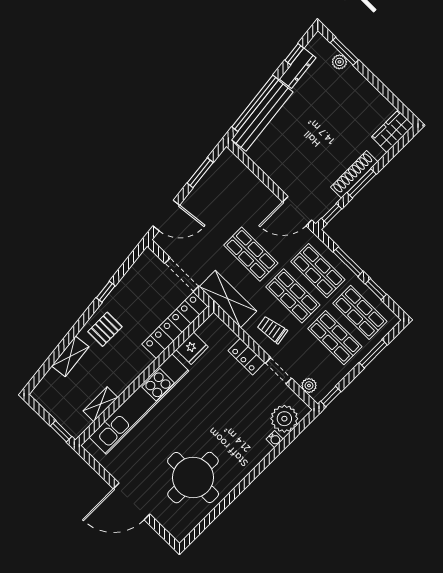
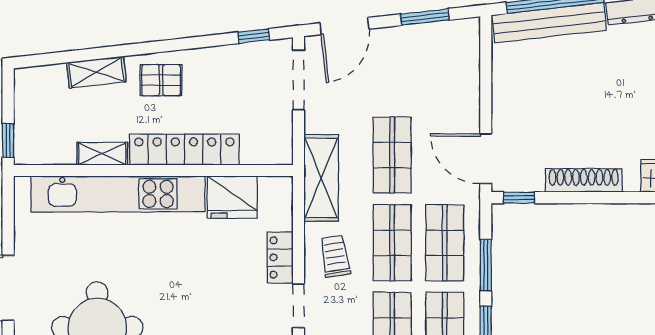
window: (362, 183) -> (582, 198), removed
door: (166, 216) -> (345, 26), hinge flipped
doorway: (182, 275) -> (299, 80), moved
window: (106, 292) -> (254, 36), moved
locker: (175, 325) -> (184, 150), moved
fridge: (192, 348) -> (232, 197), width x1.36, depth x1.34
shelving: (100, 404) -> (102, 154), moved

